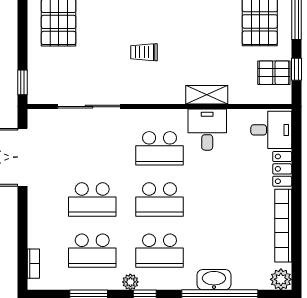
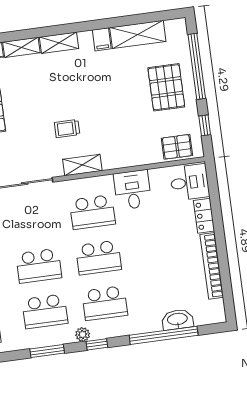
pallet: (274, 73) -> (177, 147), moved
shelving: (207, 95) -> (82, 165), moved
plant: (281, 279) -> (216, 314), removed
washbasin: (214, 280) -> (177, 320), moved

